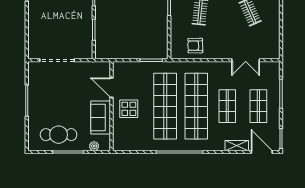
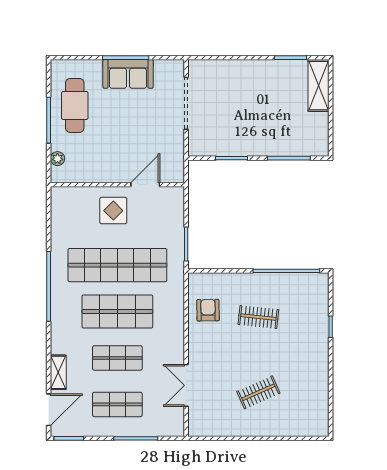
shop shelf: (196, 106) -> (117, 312), width x0.71
sofa: (101, 117) -> (128, 74), moved, turned 180

